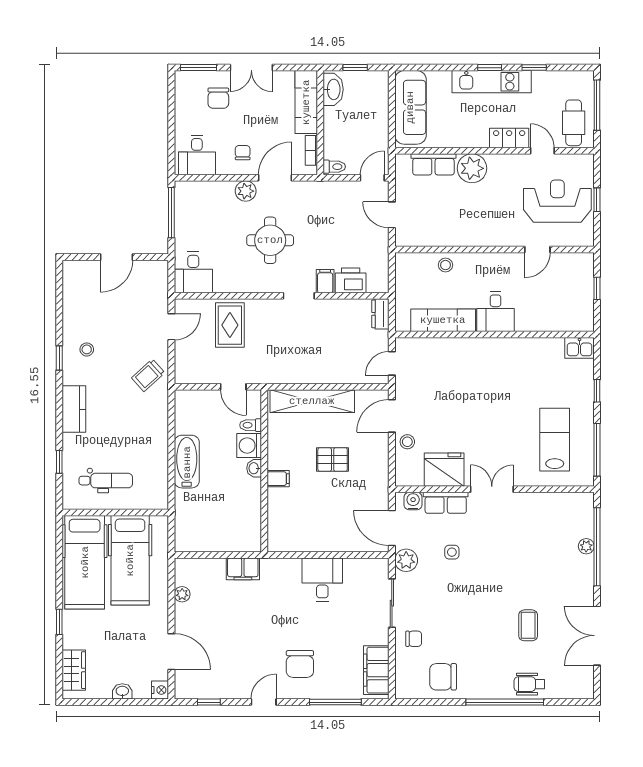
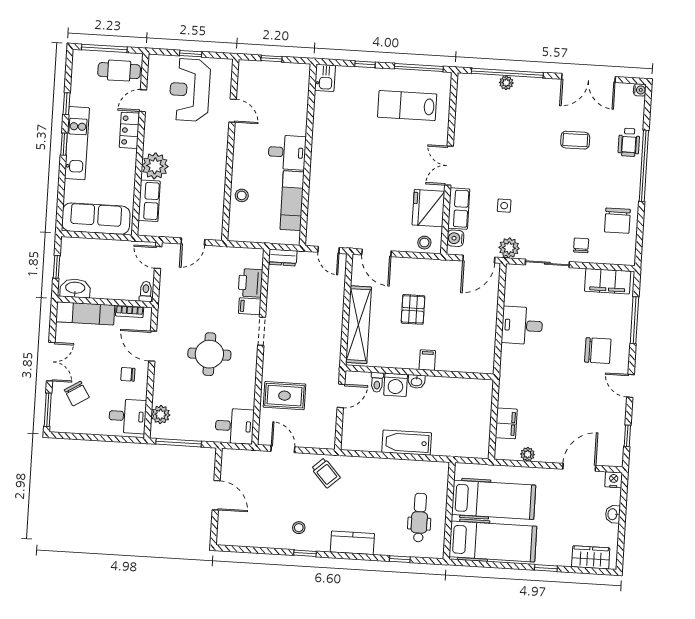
chair: (218, 98) -> (77, 394), turned 58
plant: (246, 191) -> (161, 415), moved
stool: (407, 442) -> (424, 243), moved
filing cabinet: (243, 569) -> (506, 423), moved
water cooler: (587, 692) -> (640, 90), added

